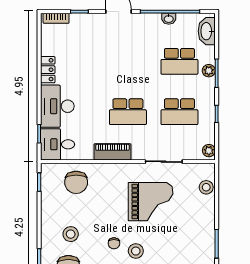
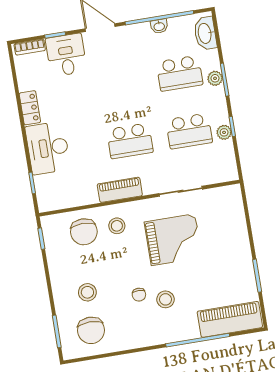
desk: (58, 144) -> (66, 55), moved, turned 90
plant: (209, 151) -> (224, 132), moved
stool: (206, 187) -> (117, 226), moved

